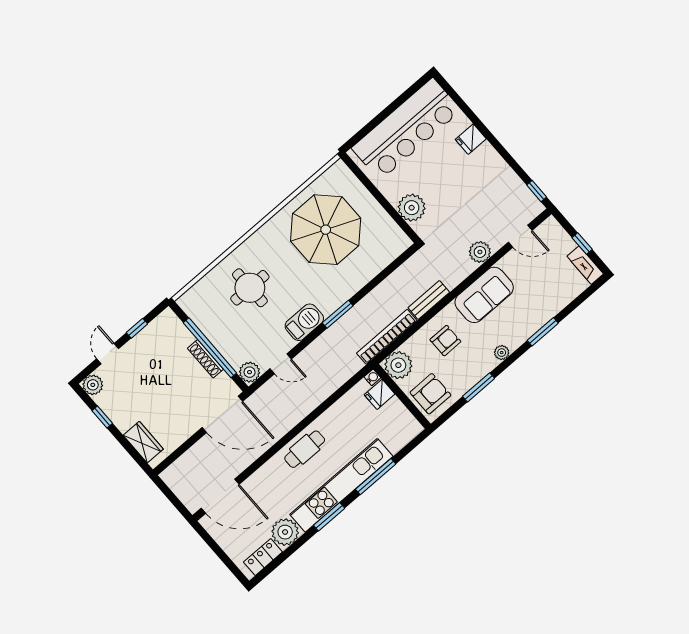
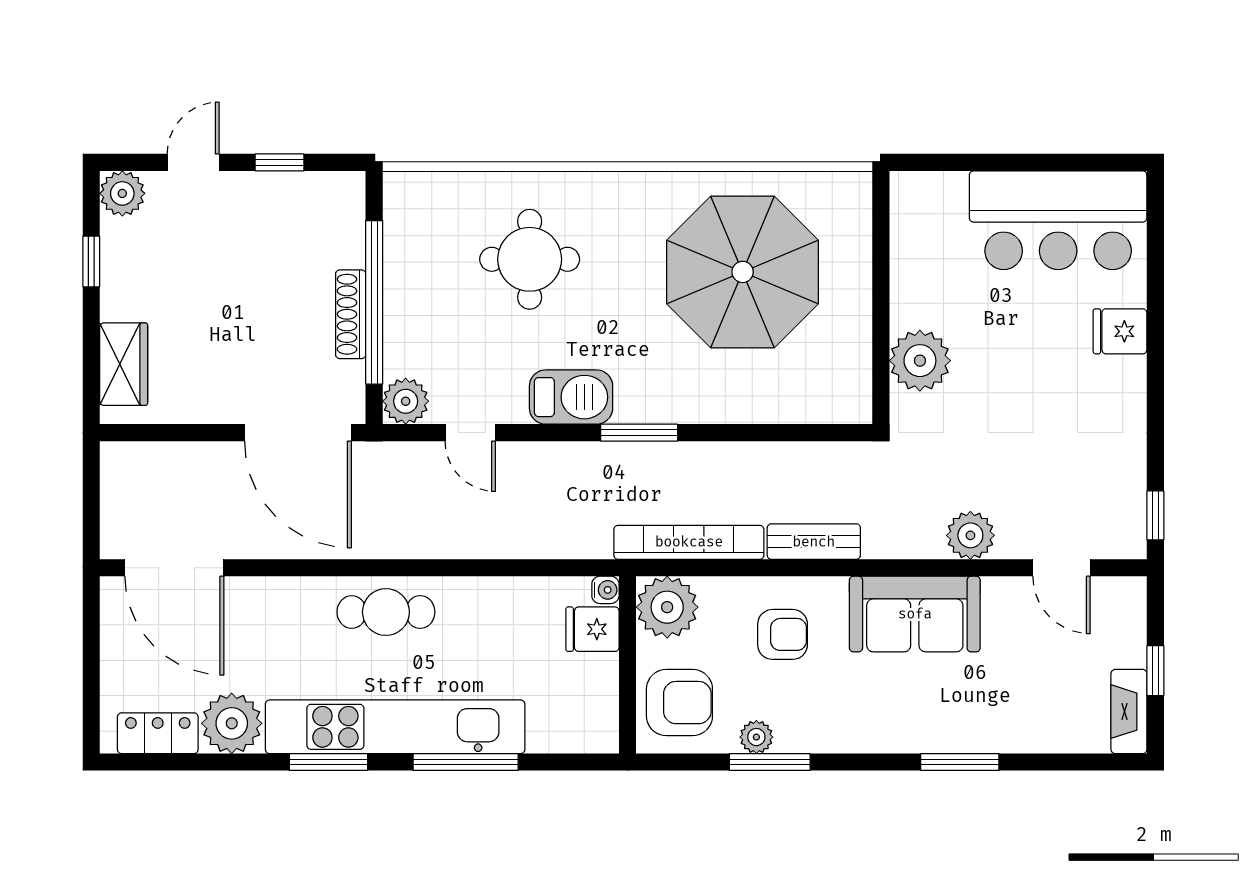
bar counter: (406, 129) -> (1058, 220), width x0.73
plant: (502, 353) -> (756, 737), moved

